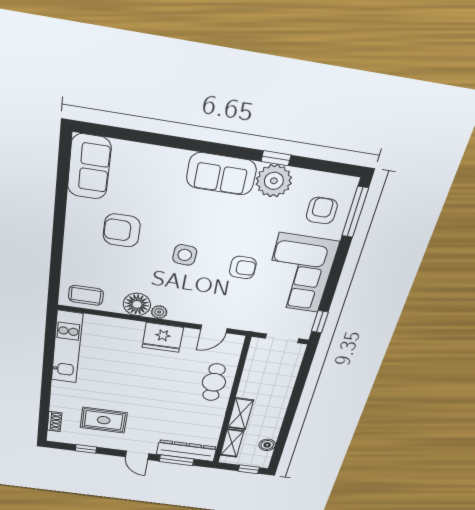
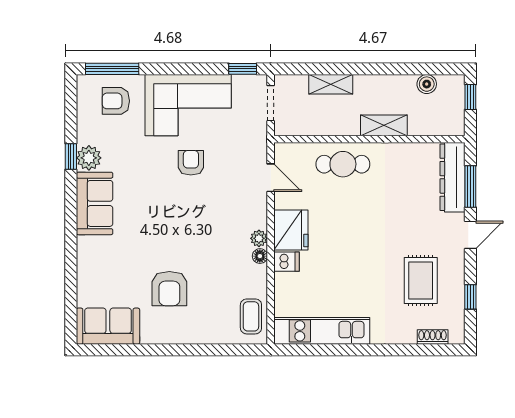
plant: (274, 181) -> (89, 158), width x0.73, depth x0.73
side table: (185, 255) -> (186, 223), removed
floor lamp: (137, 304) -> (260, 256), width x0.53, depth x0.53
dishwasher: (134, 330) -> (287, 262), added
shelving: (232, 443) -> (331, 84), moved

